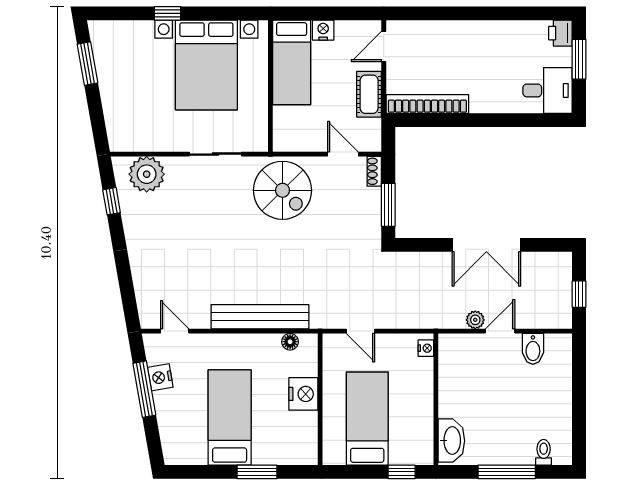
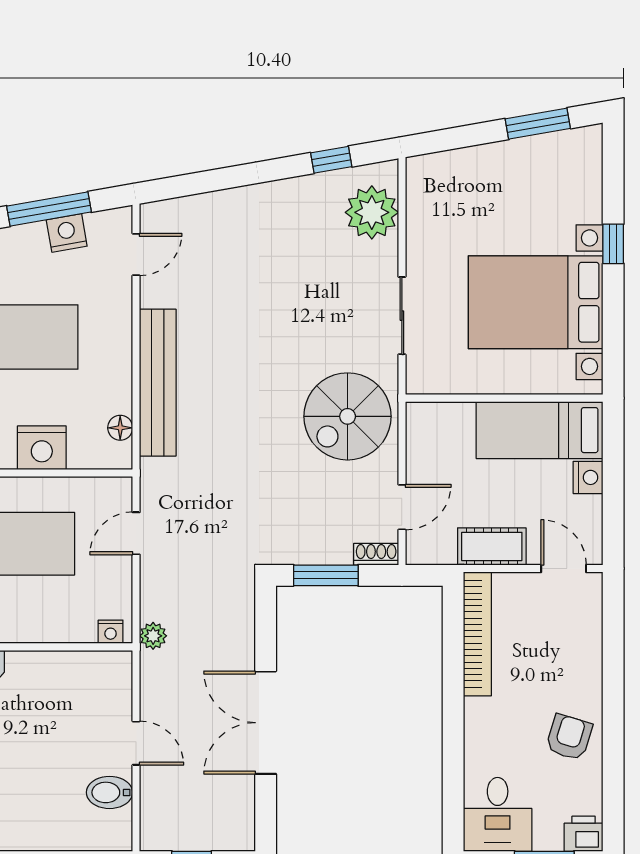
armchair: (496, 43) -> (569, 737), added
plant: (475, 320) -> (153, 636), moved

